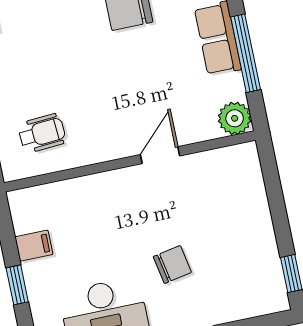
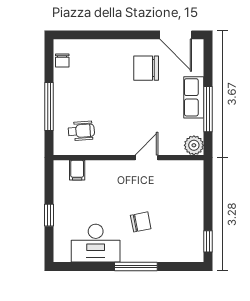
filing cabinet: (34, 246) -> (77, 170), moved, turned 90

